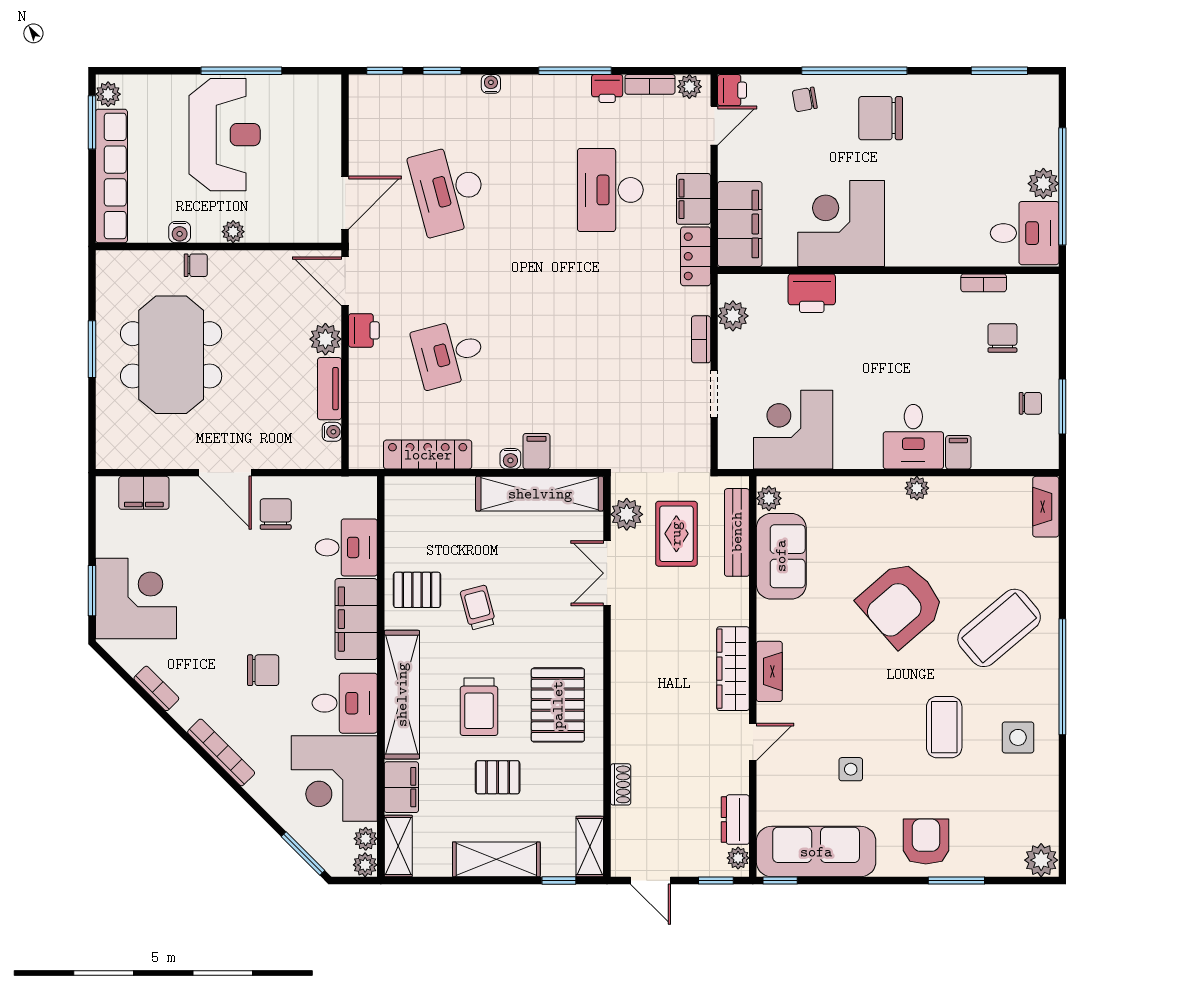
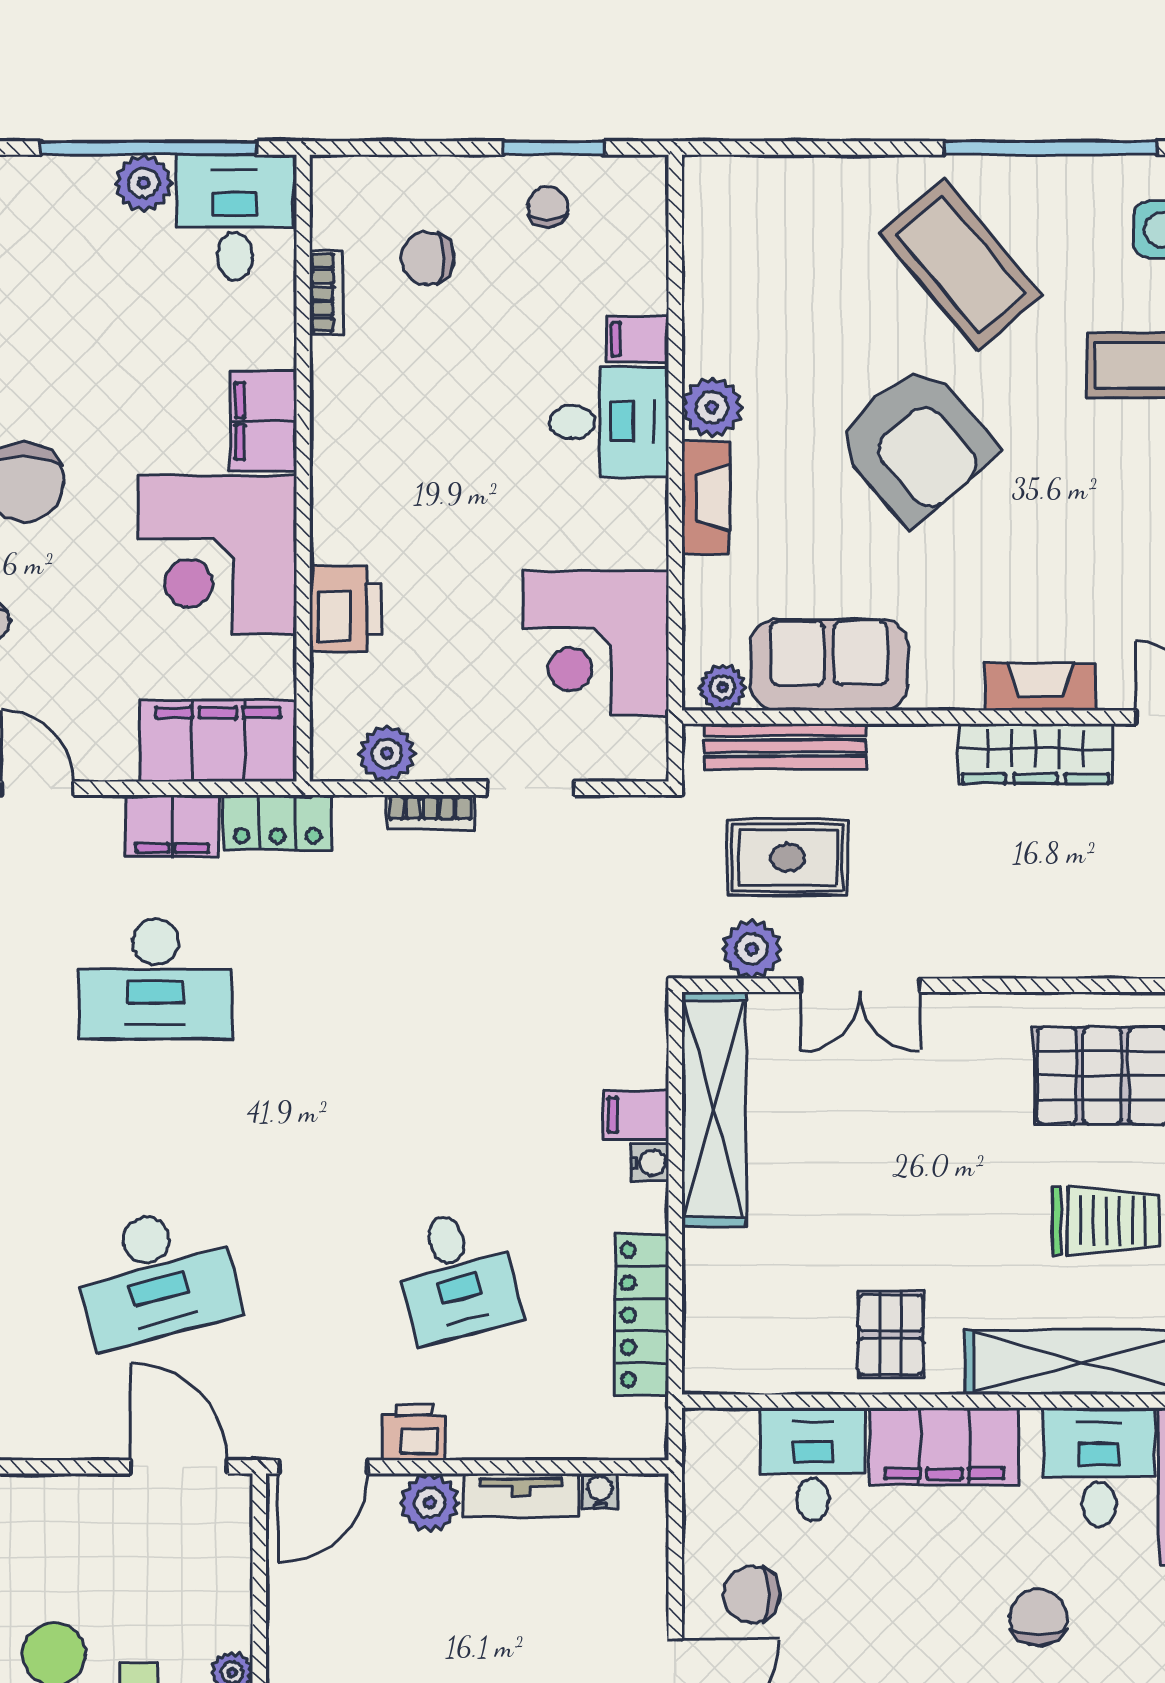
filing cabinet: (914, 249) -> (263, 421), added
plant: (917, 488) -> (712, 407), width x1.38, depth x1.38
fireplace: (1046, 507) -> (706, 498), moved, turned -90
trolley: (478, 608) -> (923, 1222), removed

